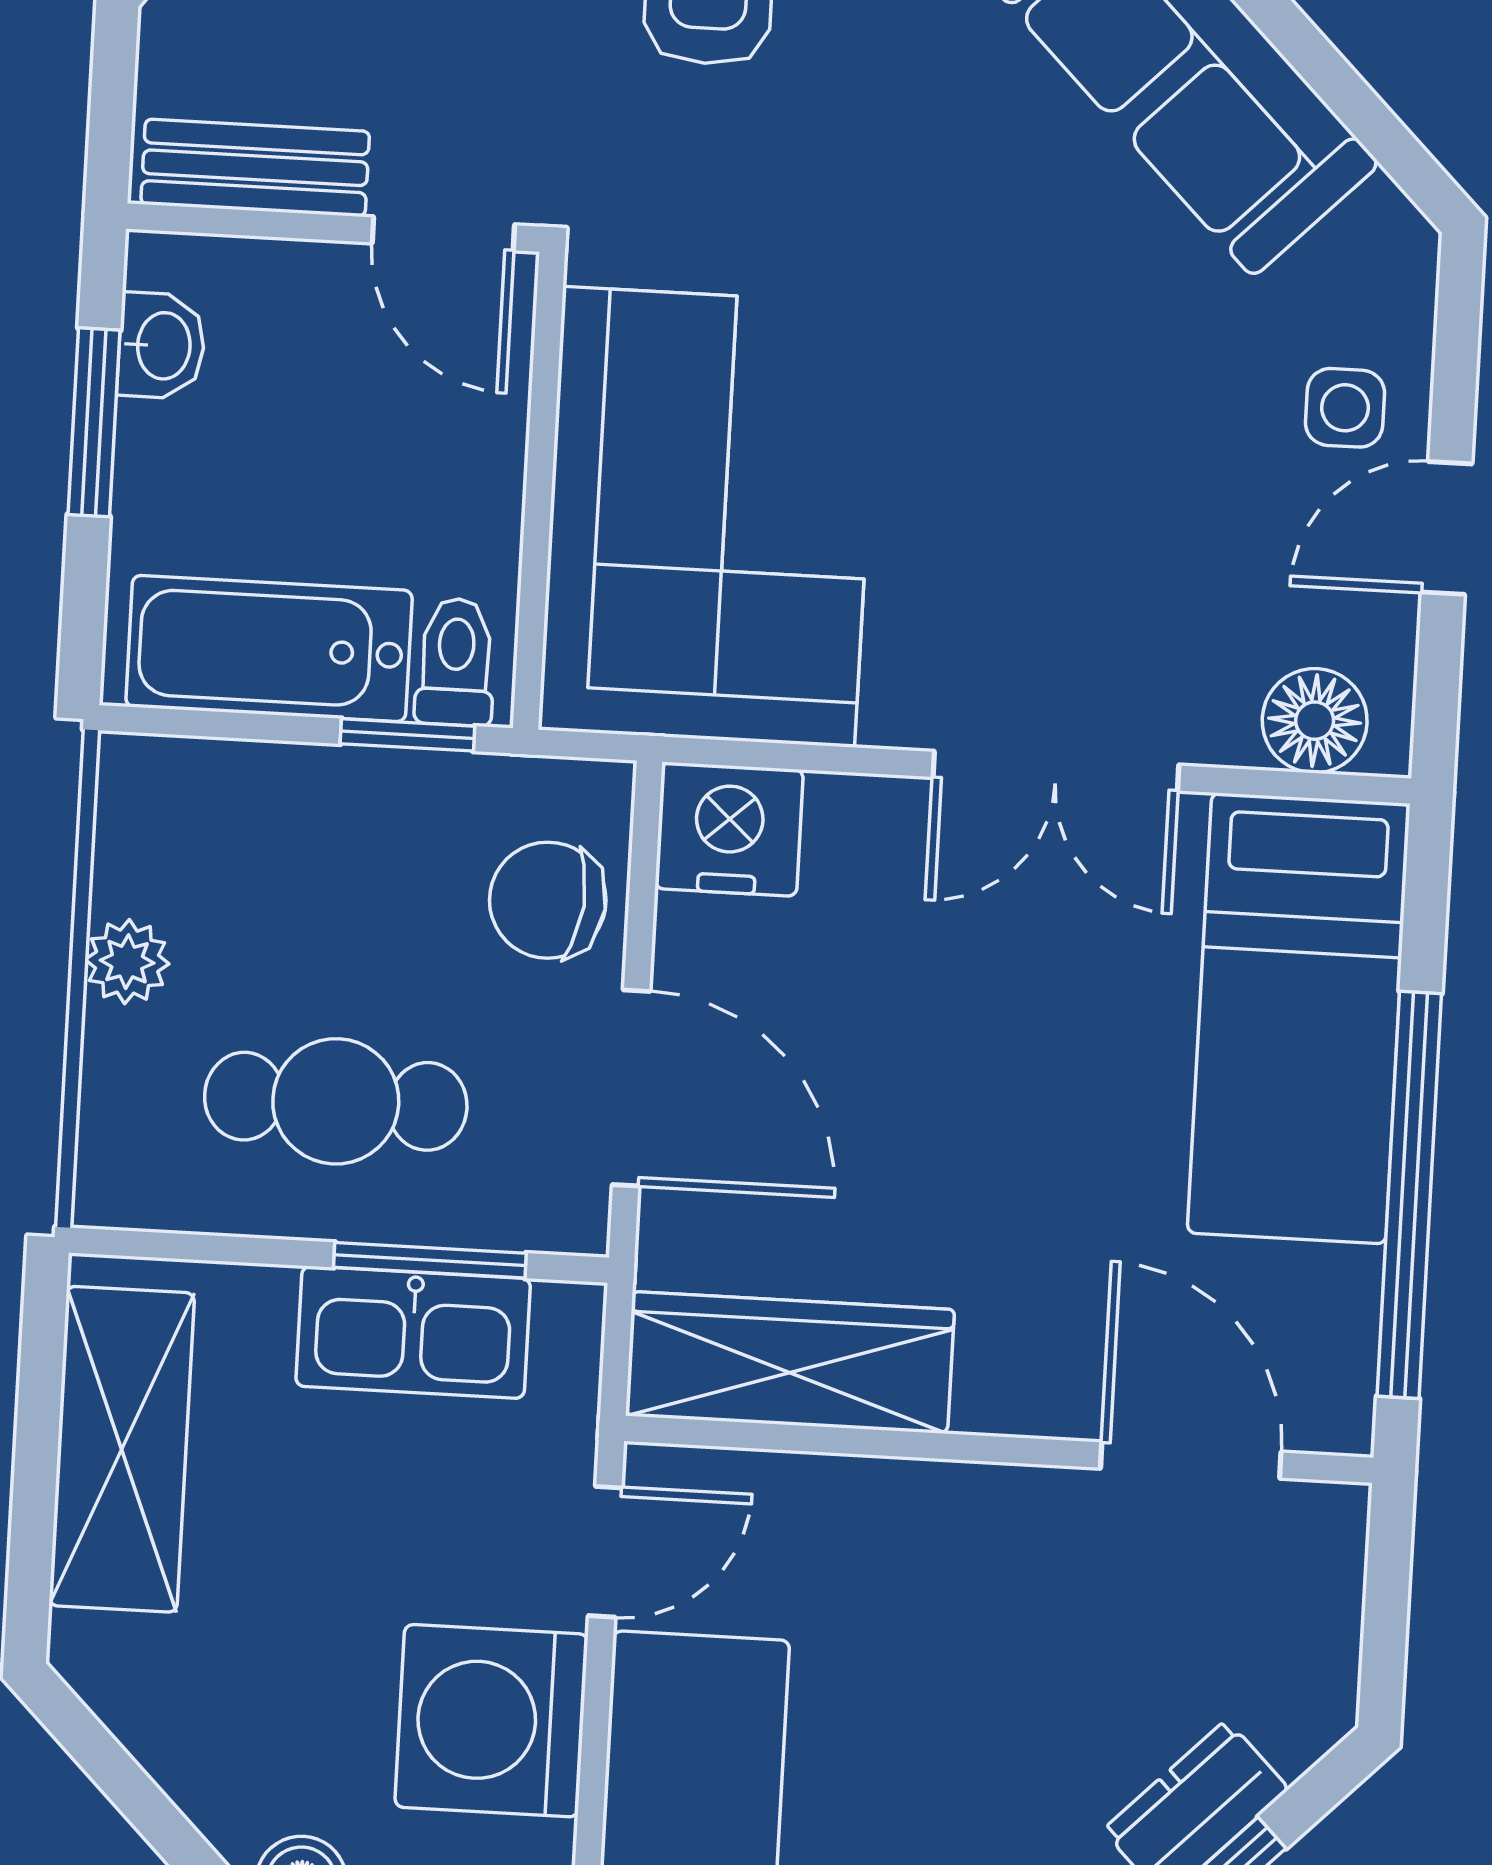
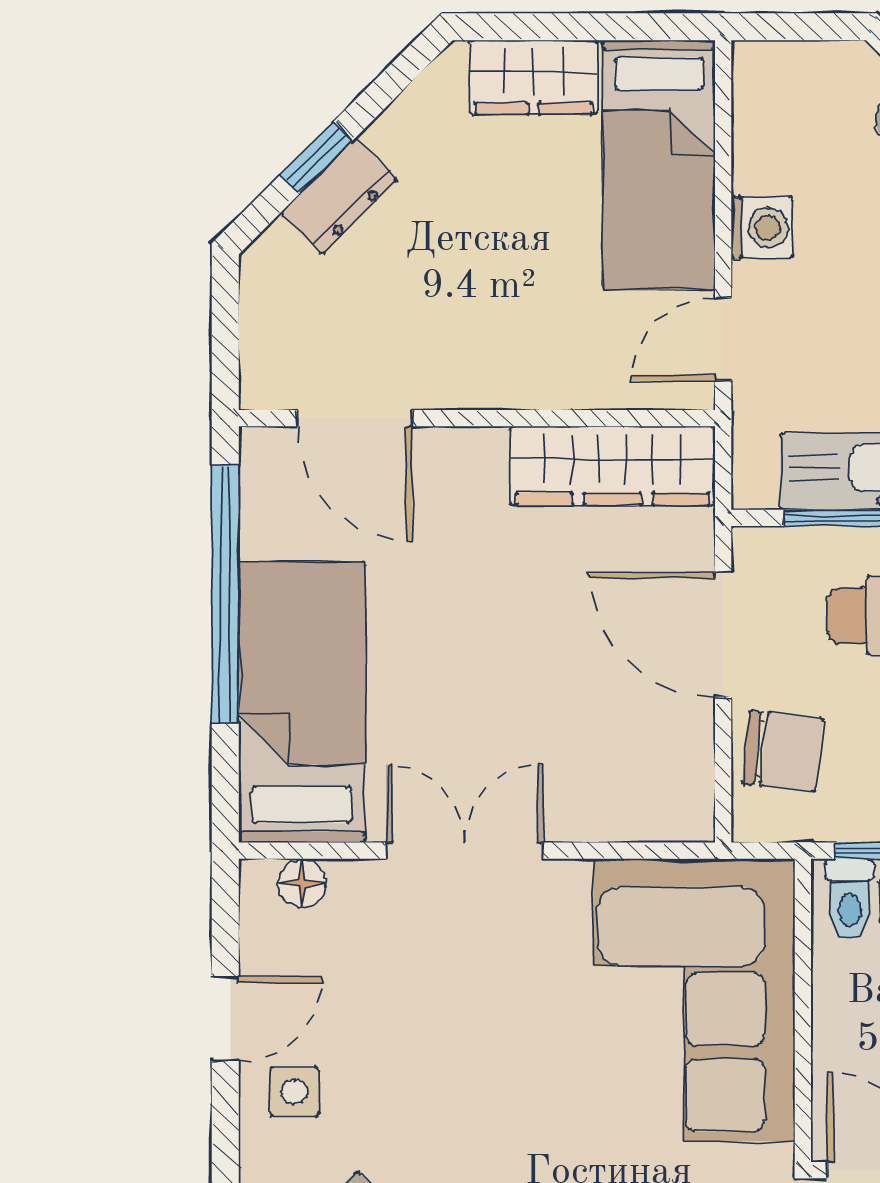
floor lamp: (1315, 721) -> (302, 883), width x0.73, depth x0.73
nightstand: (729, 829) -> (670, 802), removed
washing machine: (491, 1721) -> (762, 228), width x0.53, depth x0.53

